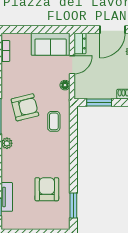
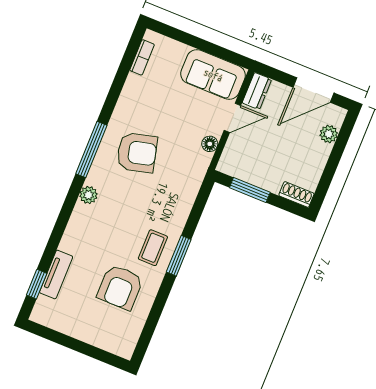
coffee table: (54, 121) -> (153, 248), moved
armchair: (47, 189) -> (120, 287), turned 180
window: (73, 206) -> (179, 256), moved

